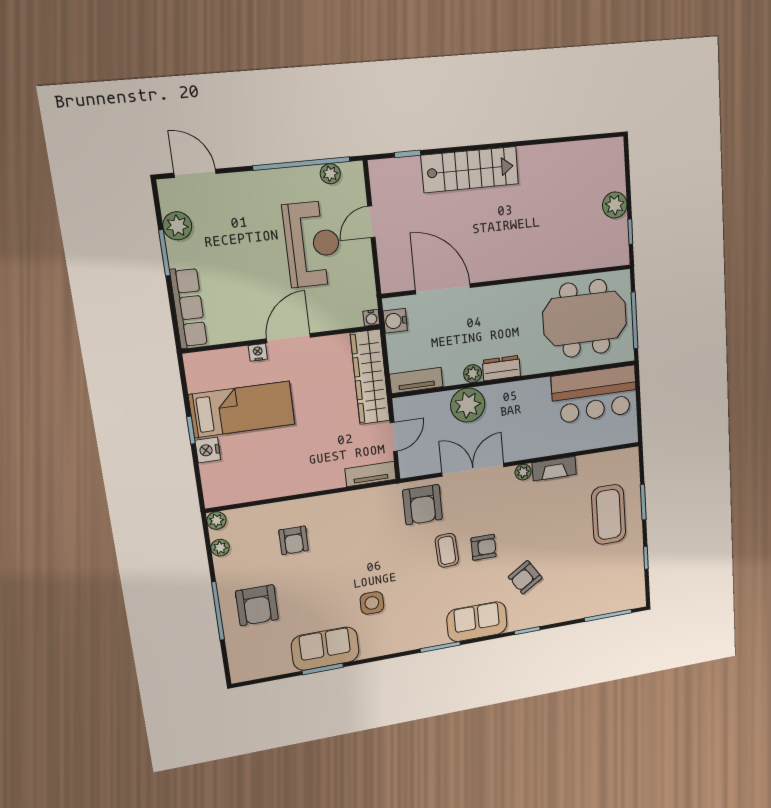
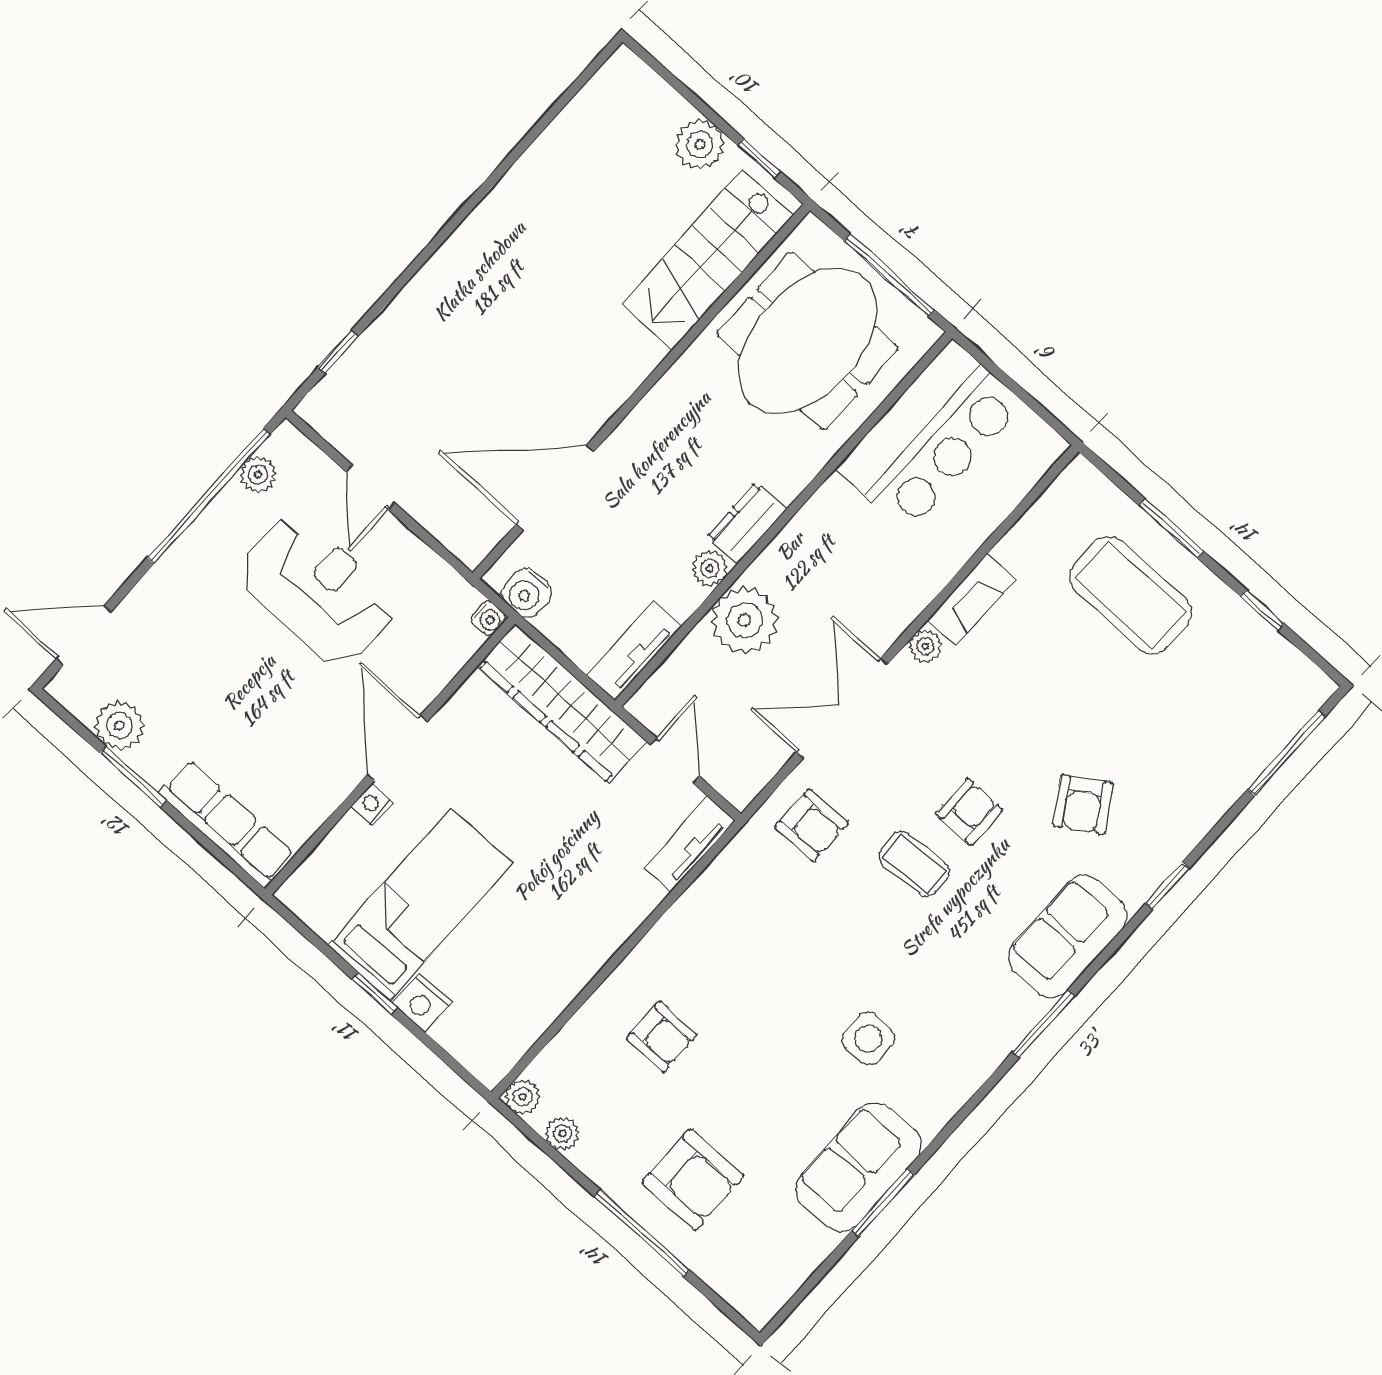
stairs: (470, 170) -> (708, 260), moved, turned 180
armchair: (423, 505) -> (811, 825), width x0.72, depth x0.72

